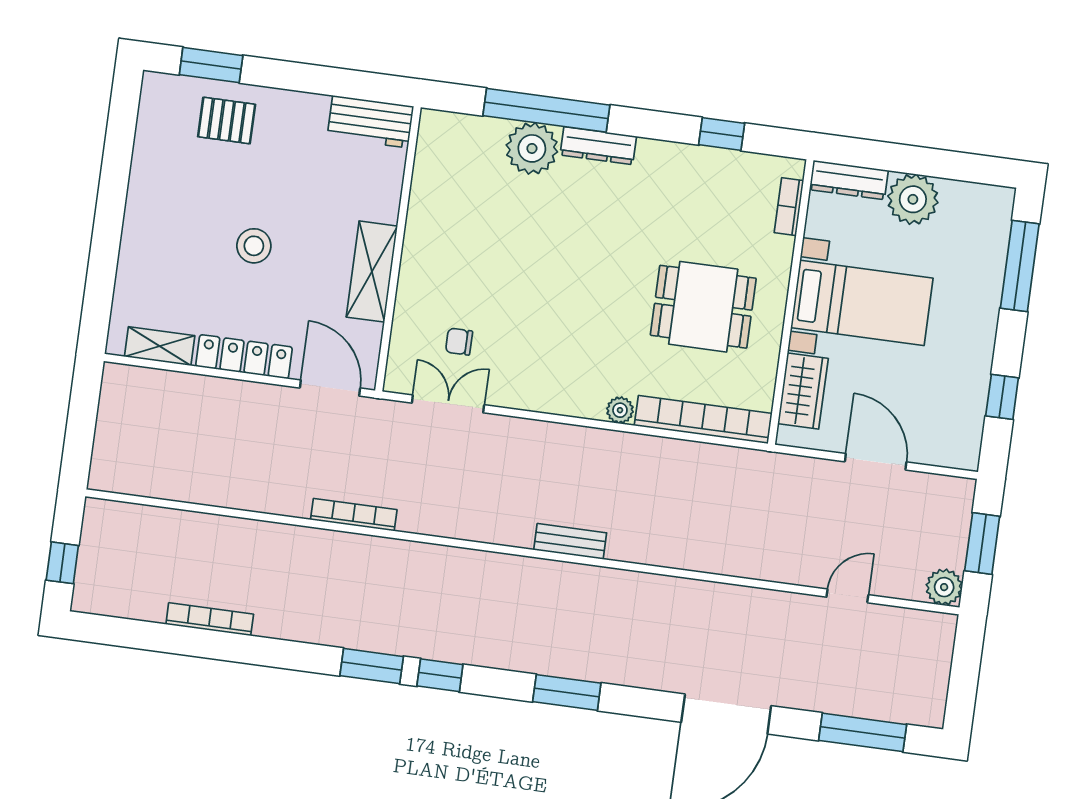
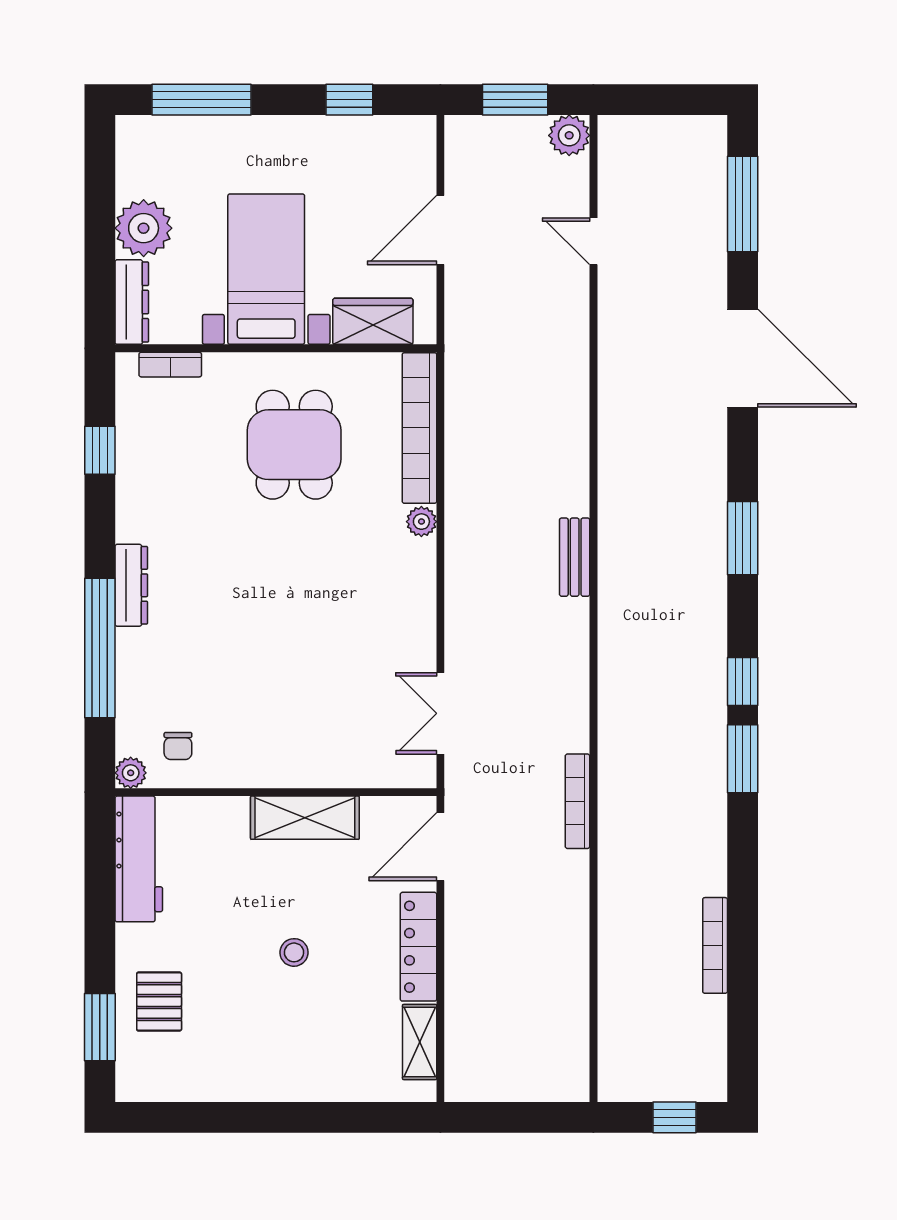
workbench: (370, 122) -> (139, 859), width x1.38
plant: (532, 148) -> (131, 773), moved, width x0.53, depth x0.53
stool: (254, 246) -> (294, 952), width x0.73, depth x0.73
chair: (459, 342) -> (178, 746), moved

